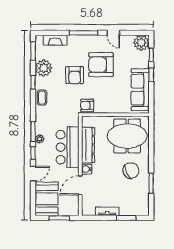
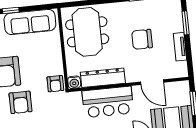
armchair: (75, 75) -> (20, 102), turned 90
water cooler: (87, 169) -> (74, 82), moved
chair: (131, 171) -> (142, 39), moved, turned -65

